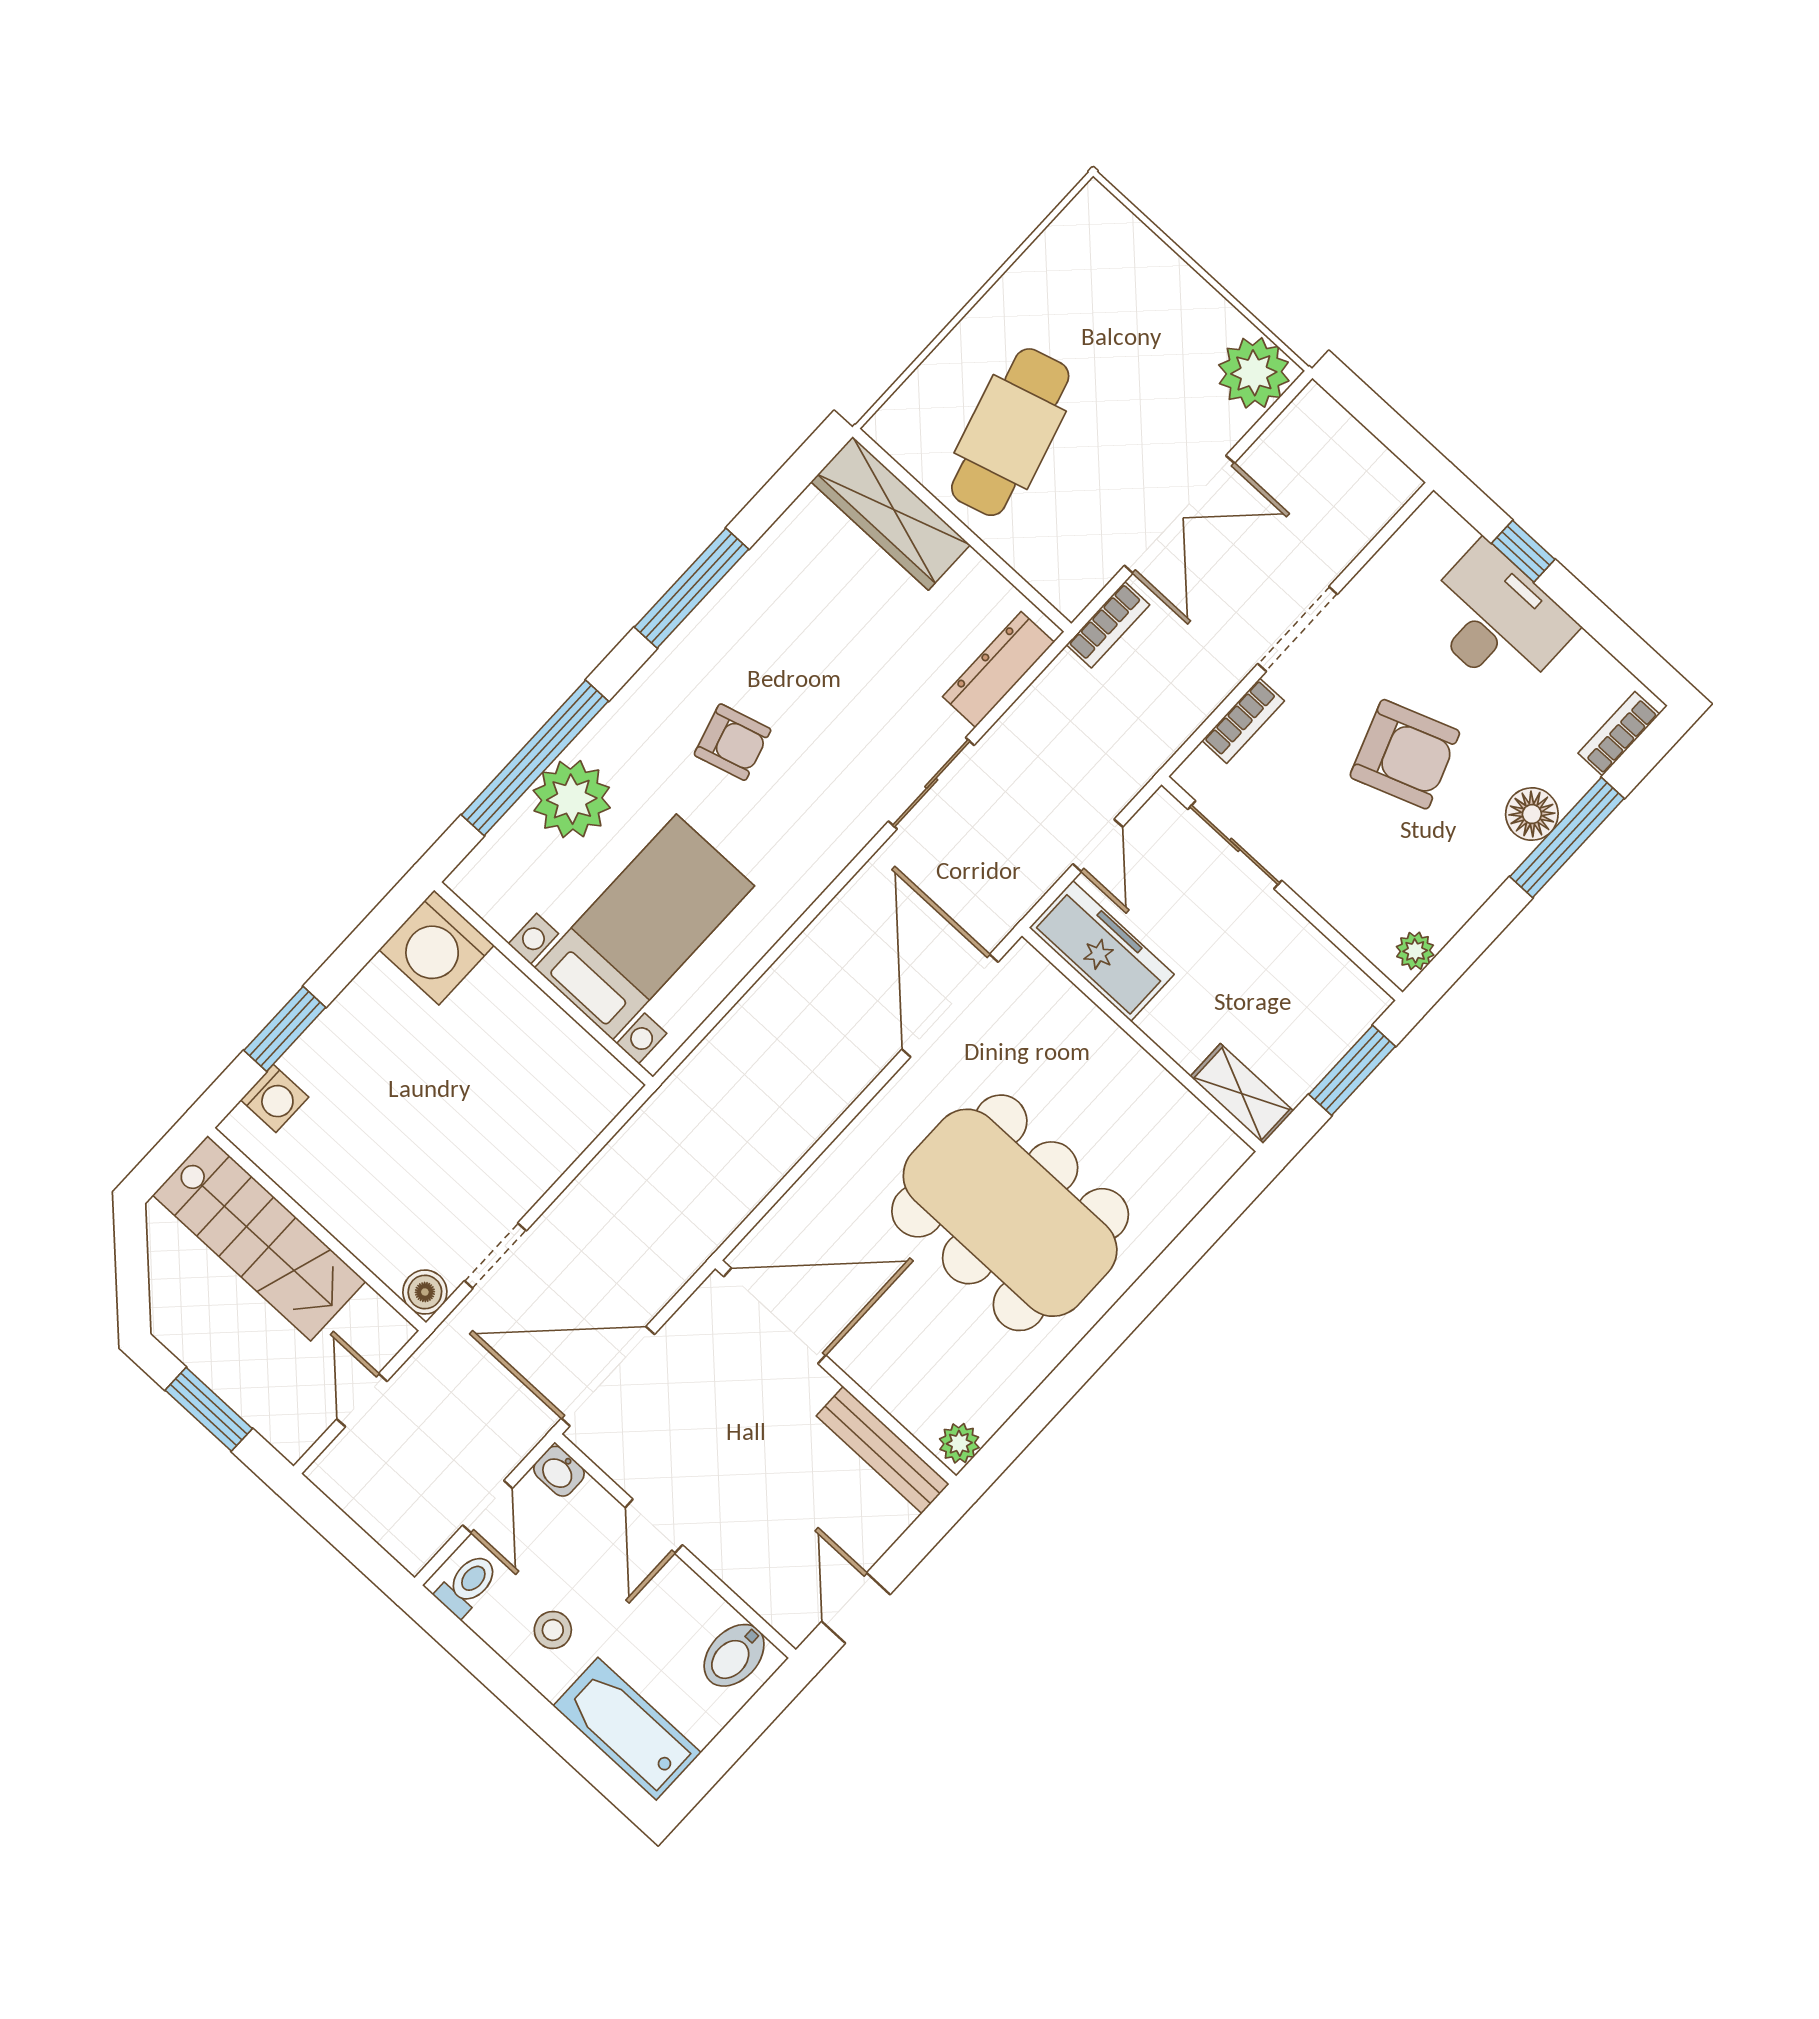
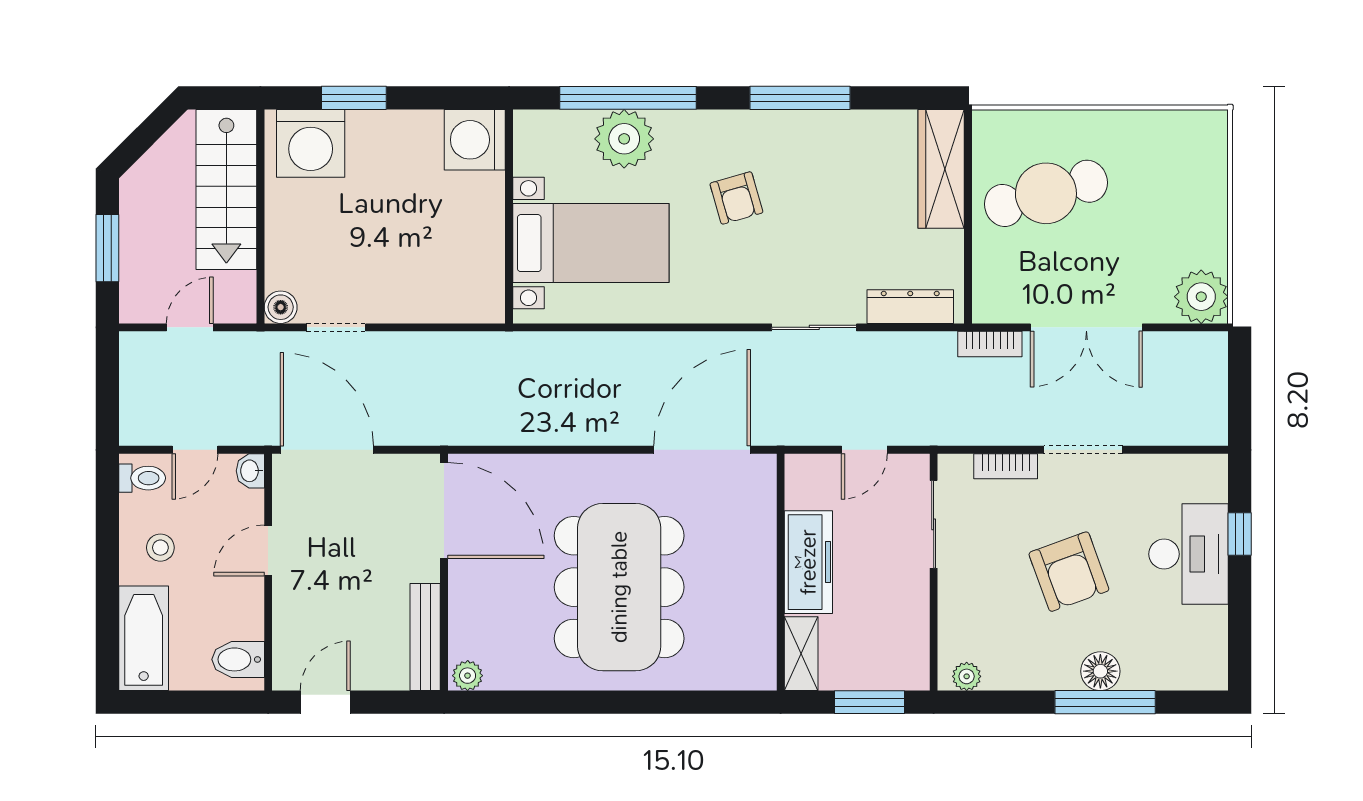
bookcase: (1619, 734) -> (1188, 678), removed
freezer: (1102, 951) -> (808, 562), moved
washing machine: (275, 1098) -> (311, 143), width x1.89, depth x1.89

